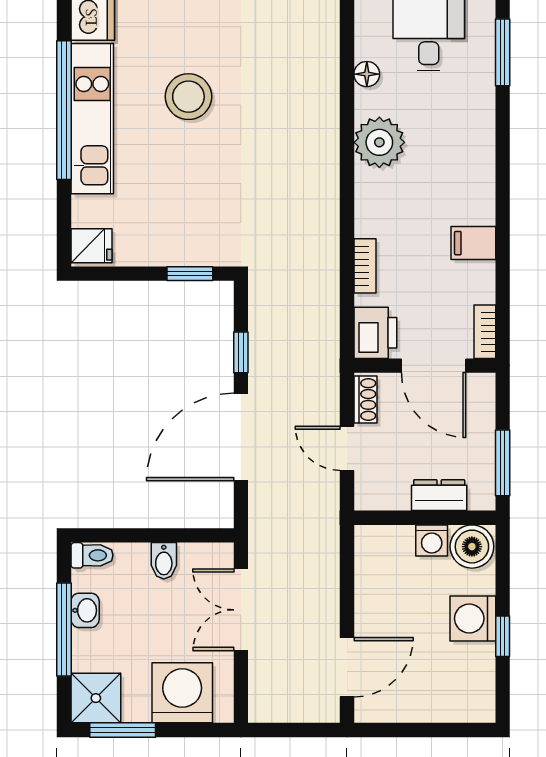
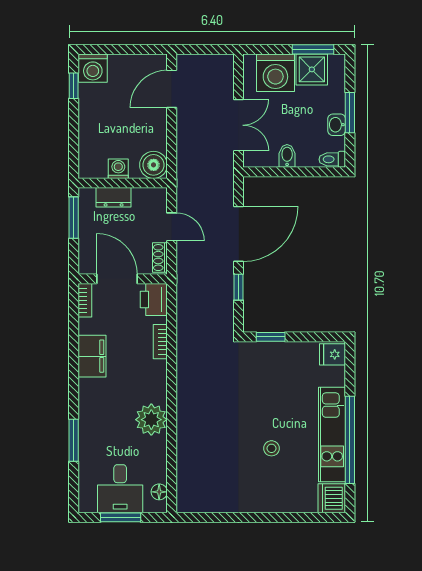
window: (503, 52) -> (74, 440), moved
floor lamp: (367, 74) -> (159, 492), moved
stool: (188, 97) -> (271, 448), width x0.53, depth x0.53
filing cabinet: (473, 243) -> (92, 356), width x2.00
boiler: (472, 547) -> (154, 165), moved
washing machine: (473, 619) -> (93, 68), moved, turned 90
window: (64, 630) -> (350, 113), width x0.69
window: (503, 636) -> (74, 86), moved
shower: (96, 698) -> (312, 69), moved

